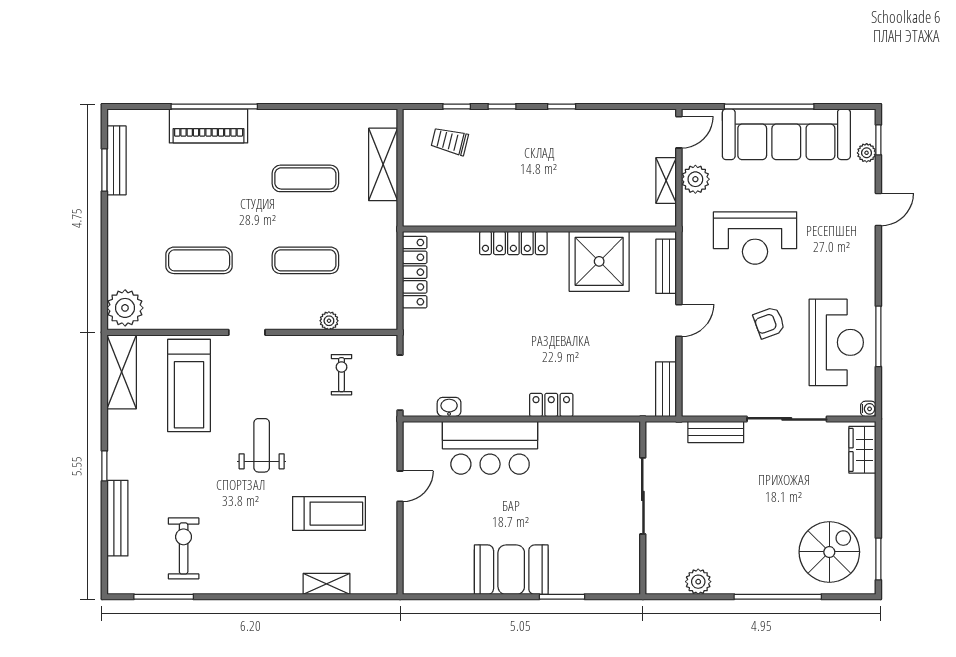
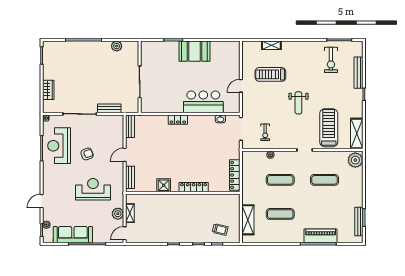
sofa: (786, 134) -> (73, 235), width x0.74, depth x0.79
shower: (599, 261) -> (164, 185), width x0.54, depth x0.54
wardrobe: (862, 450) -> (48, 90), moved
spiral stairs: (829, 552) -> (62, 58), removed

